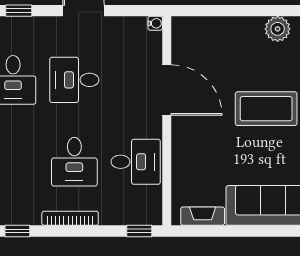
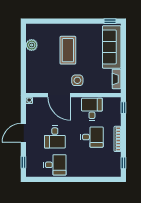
door: (167, 90) -> (59, 95), swing flipped
side table: (200, 130) -> (77, 80), added

